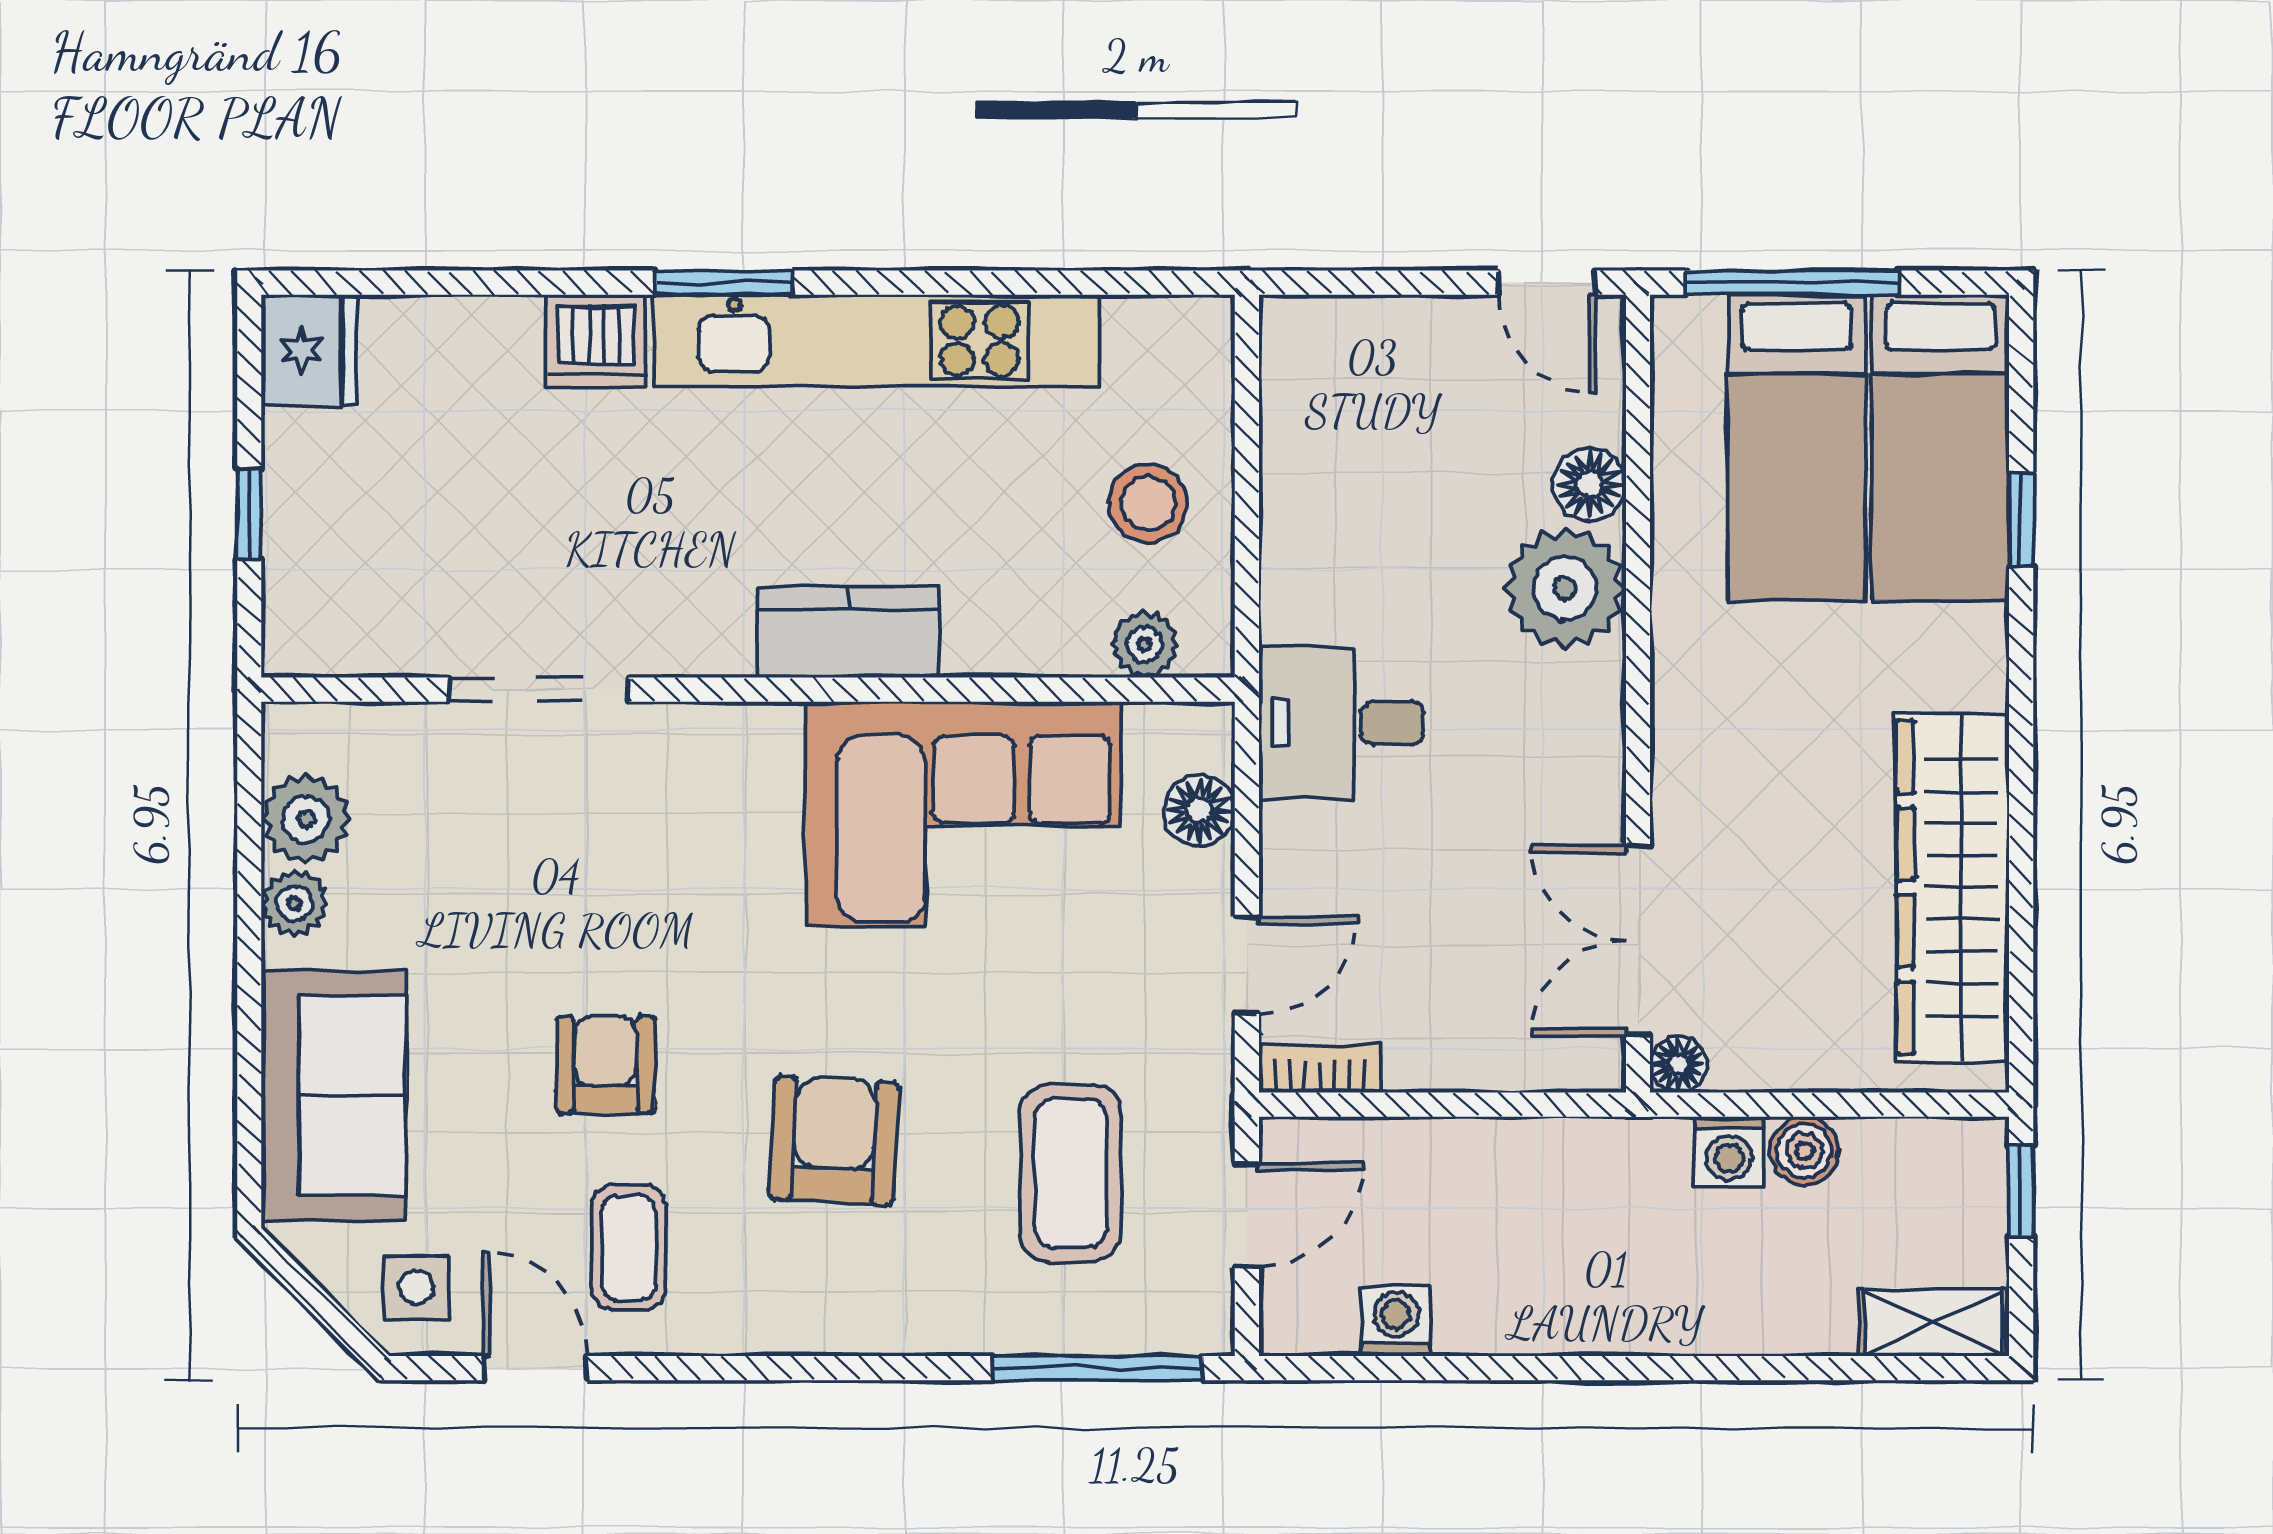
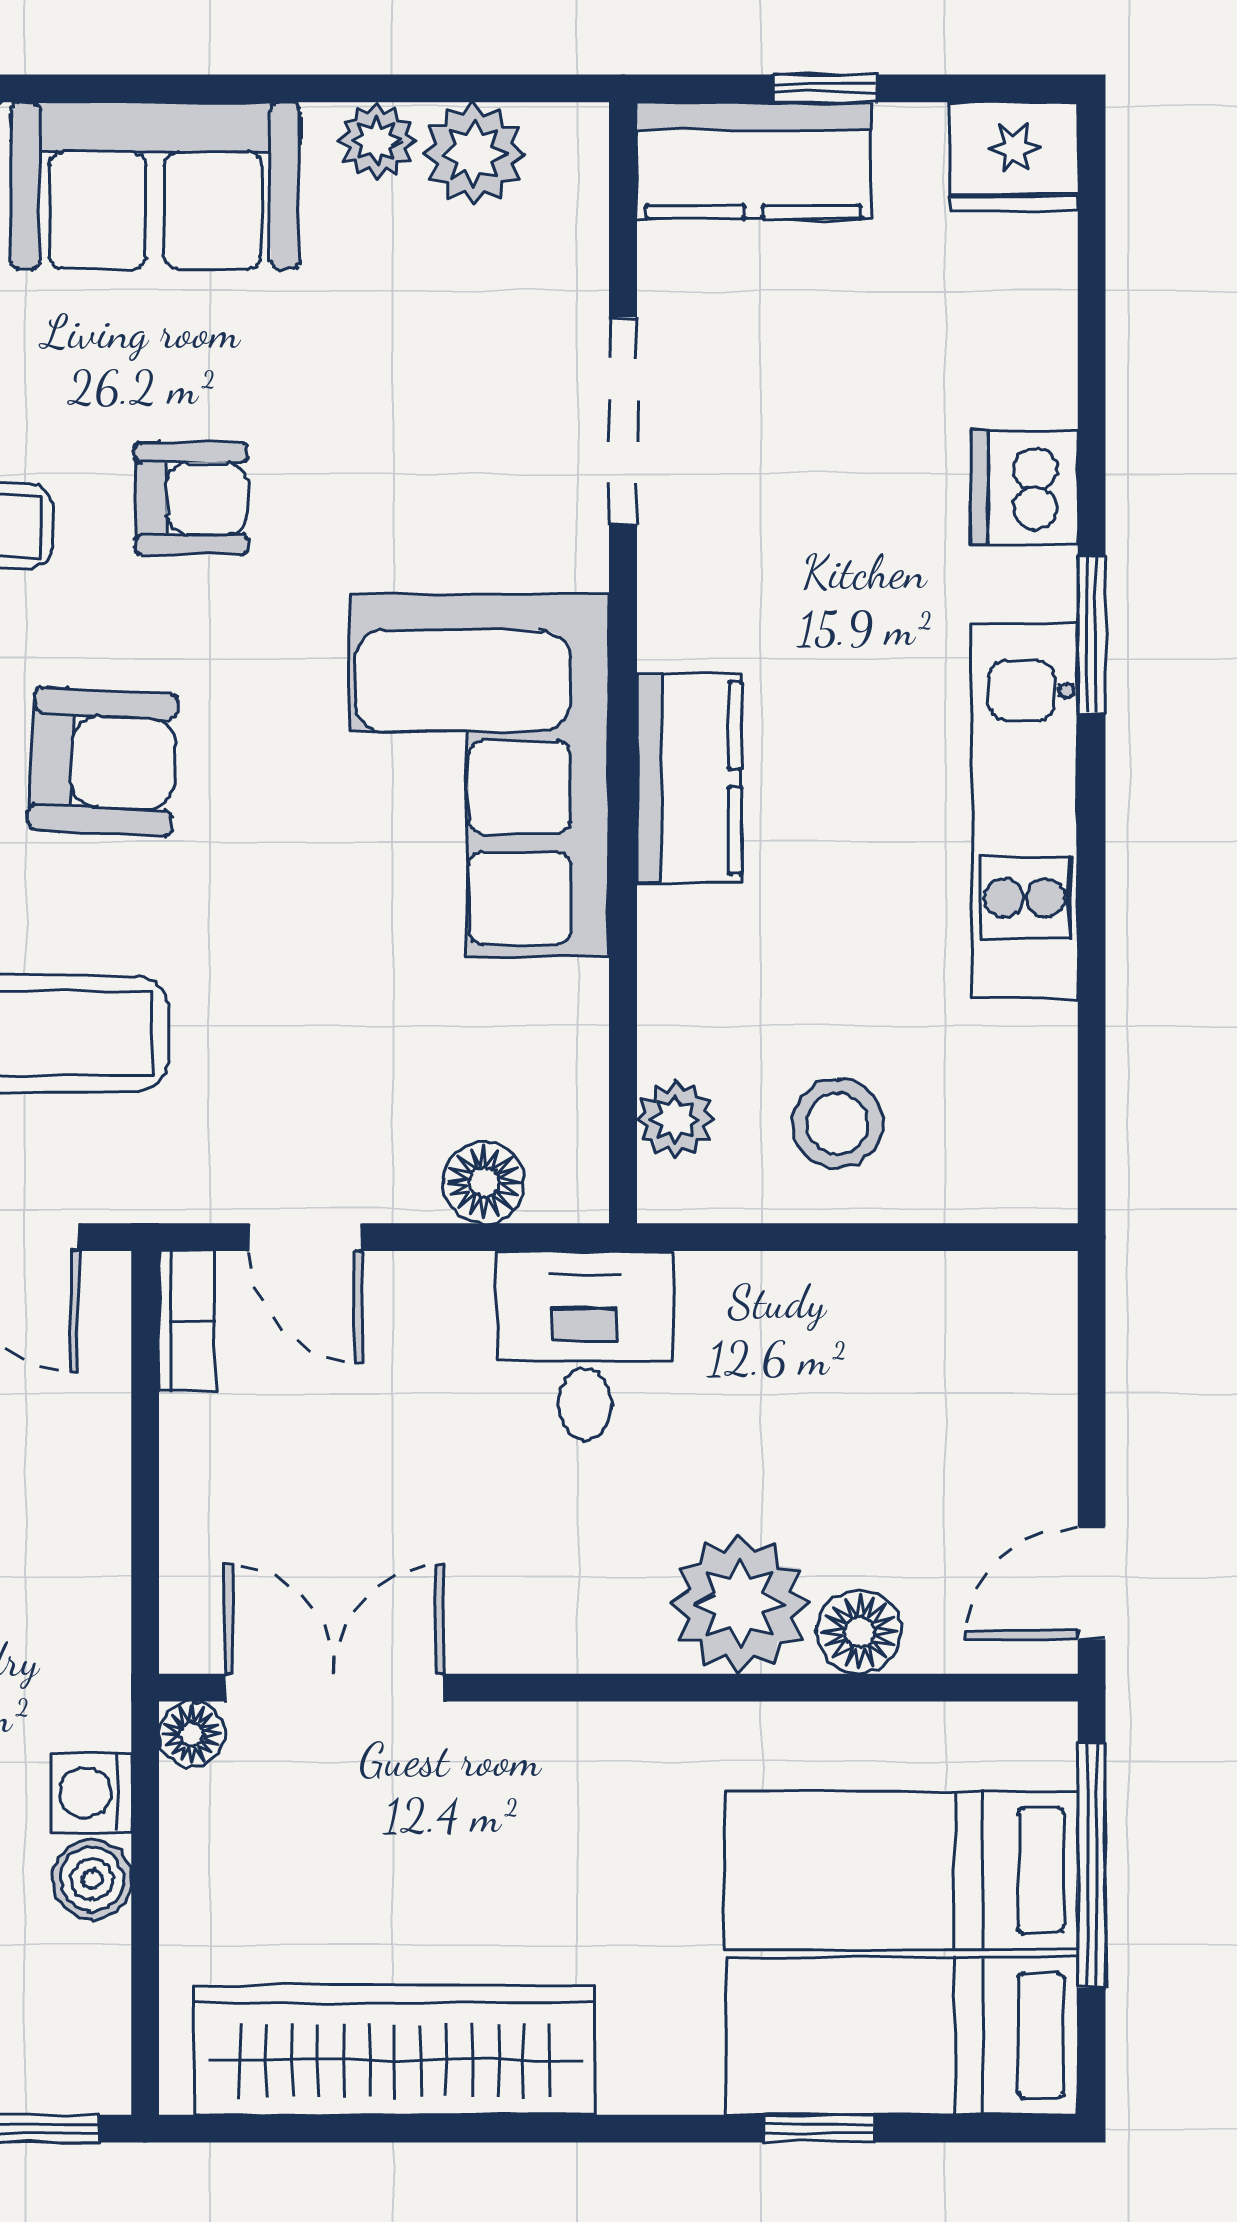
kitchen unit: (877, 341) -> (1025, 811), width x0.73
kitchen counter: (312, 576) -> (754, 161), added
corner sofa: (963, 814) -> (479, 775), moved

